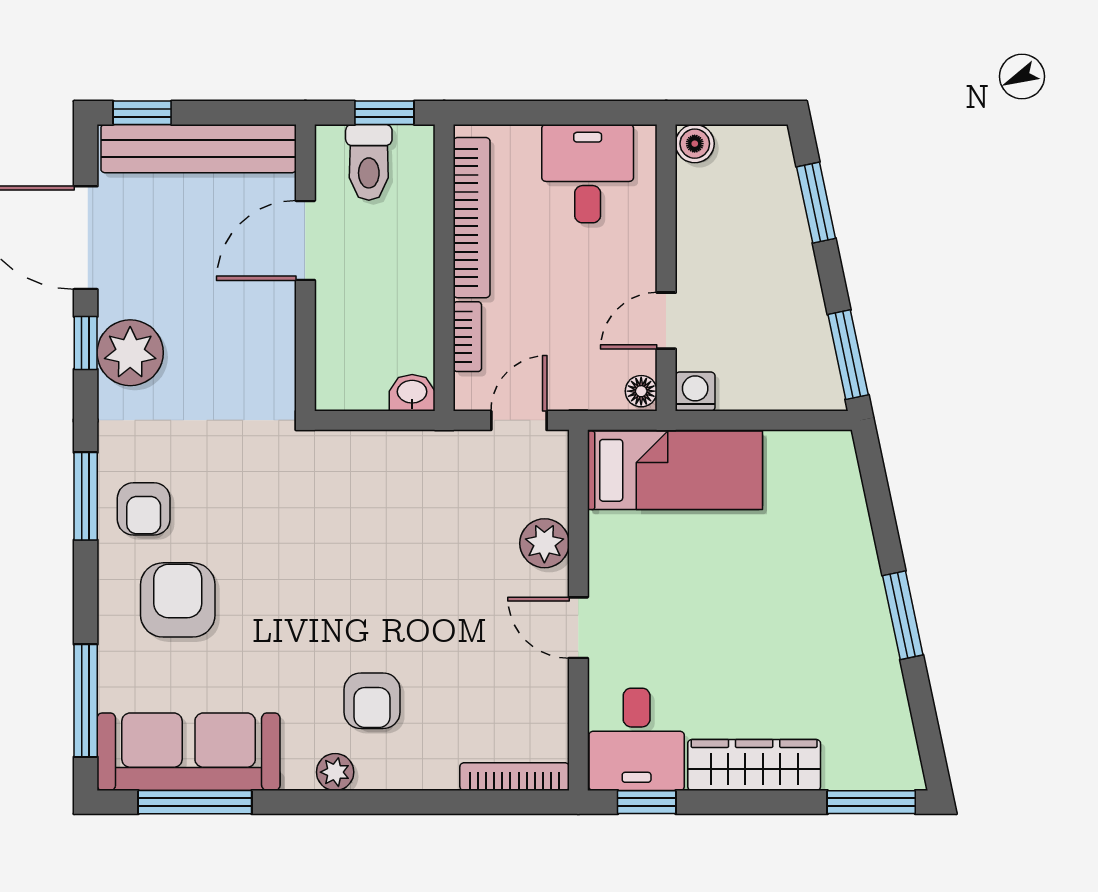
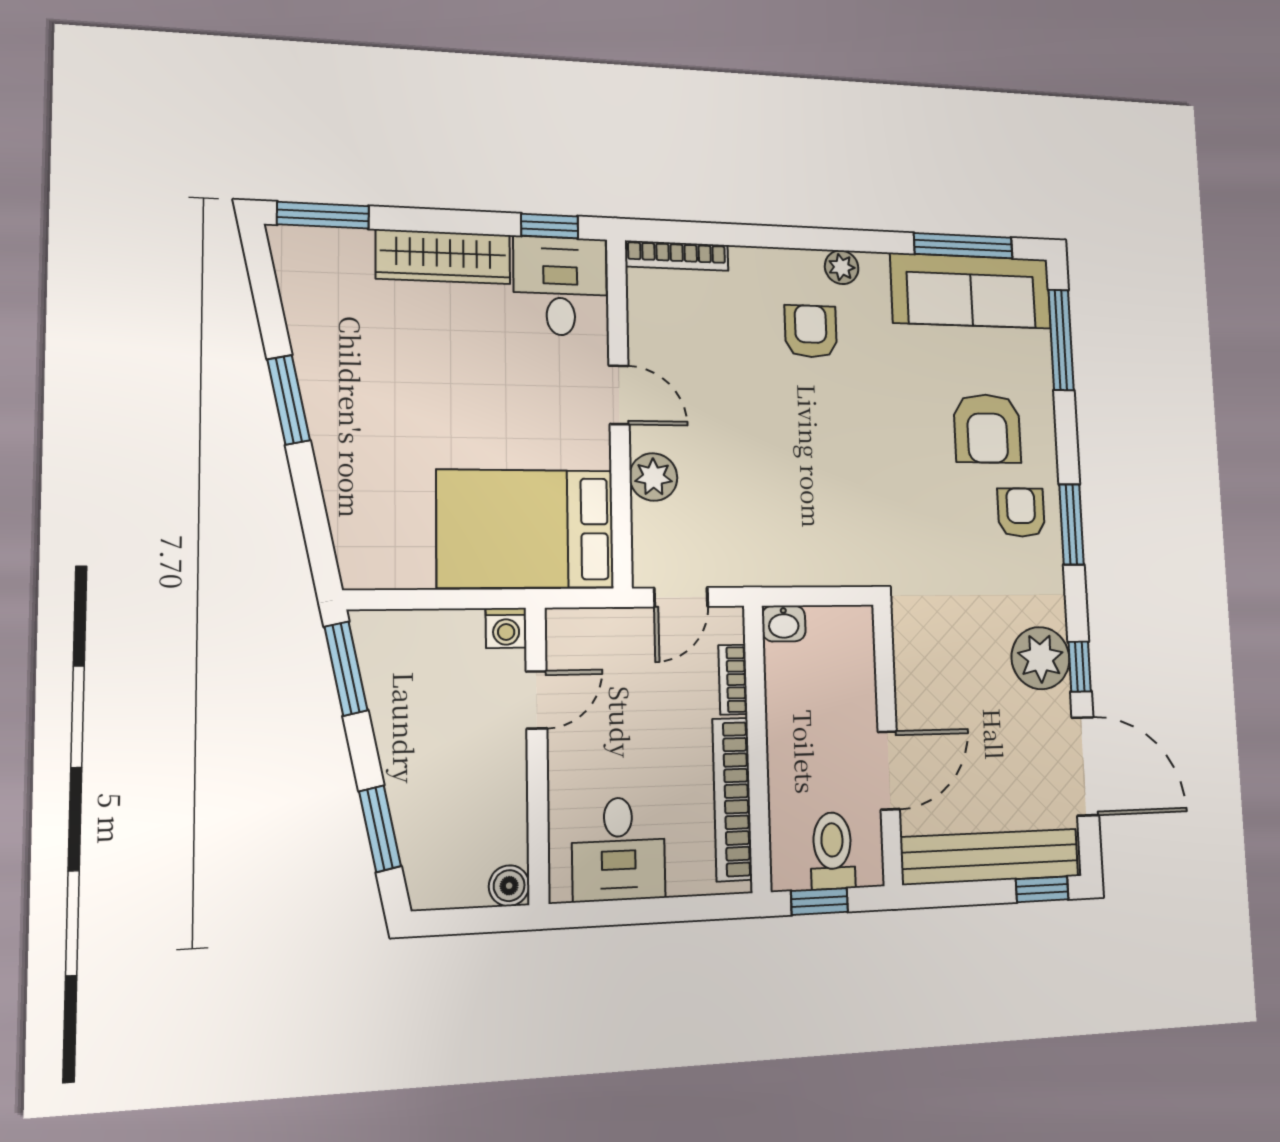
floor lamp: (641, 391) -> (561, 628), removed
bed: (675, 470) -> (526, 529), width x1.50

